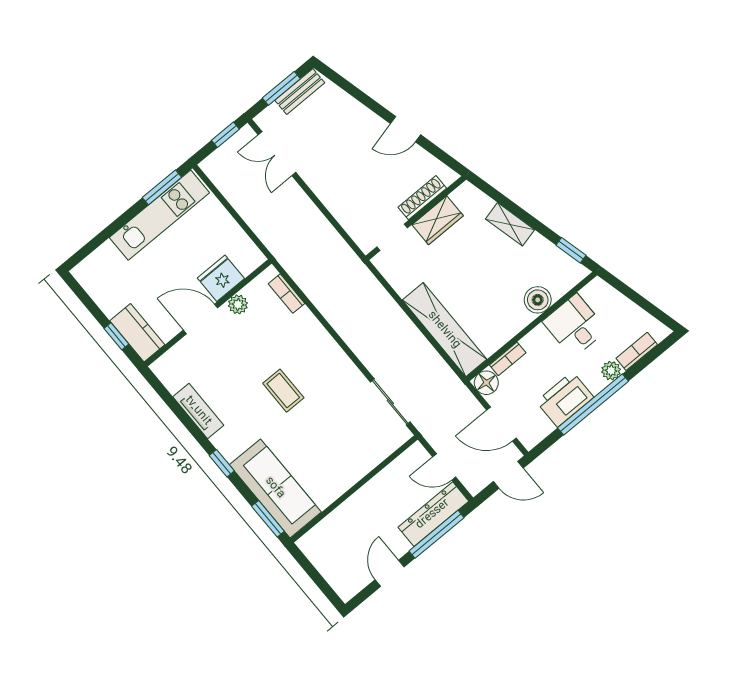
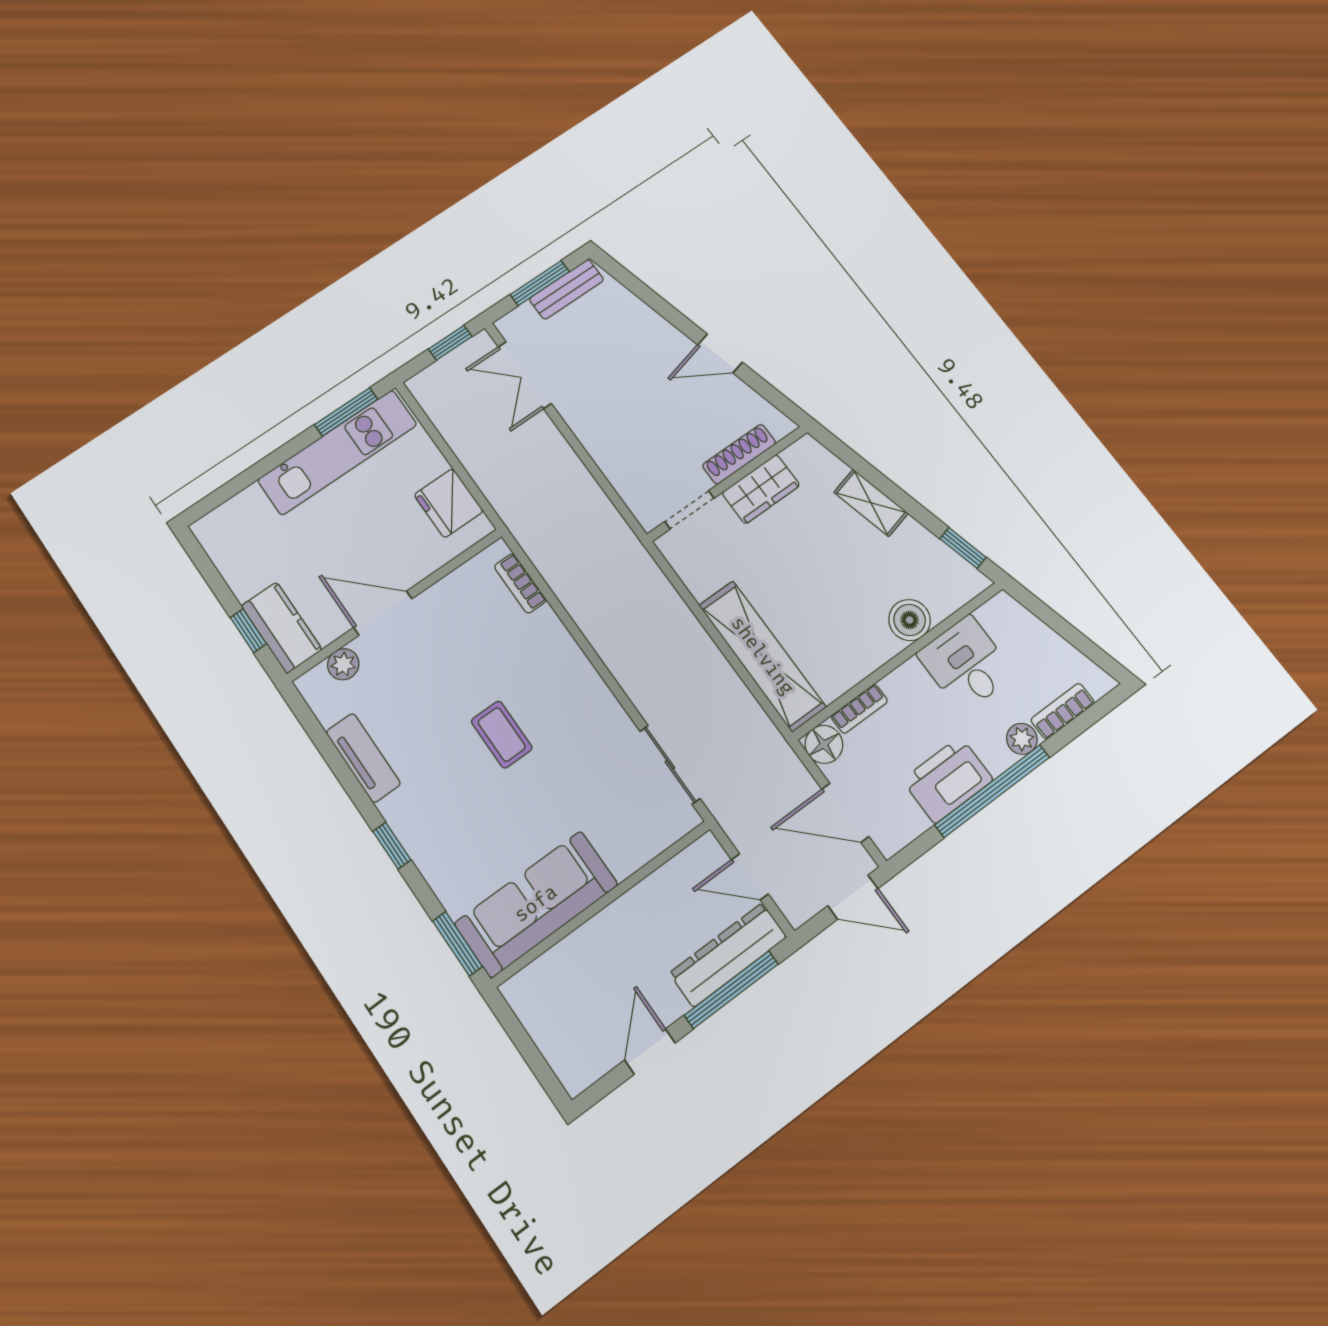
fridge: (221, 278) -> (449, 503), moved, turned -90
plant: (238, 304) -> (343, 664), moved
sofa: (275, 488) -> (536, 904), moved, turned -90

